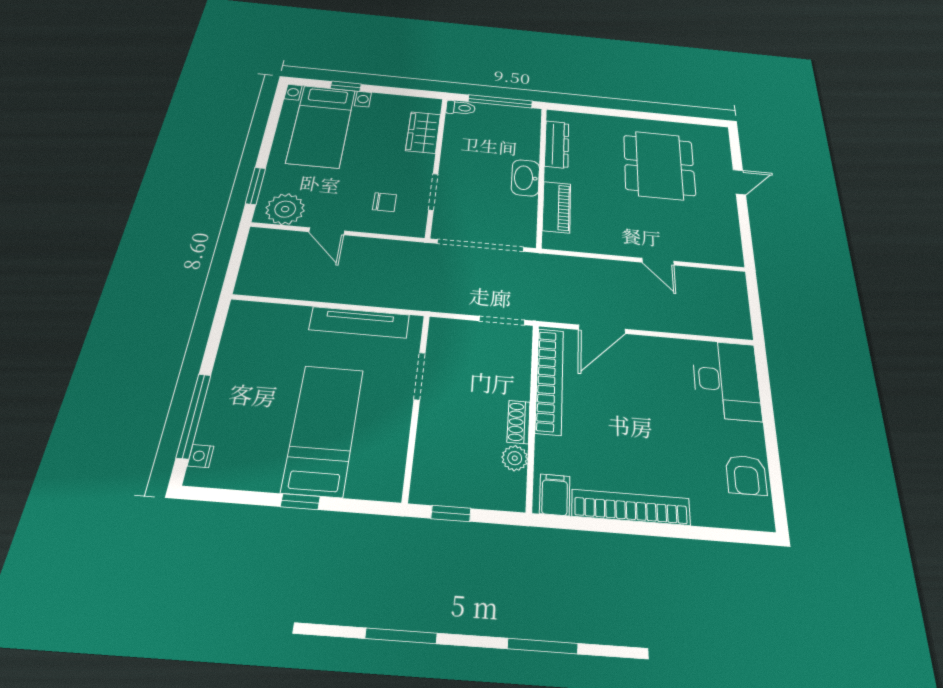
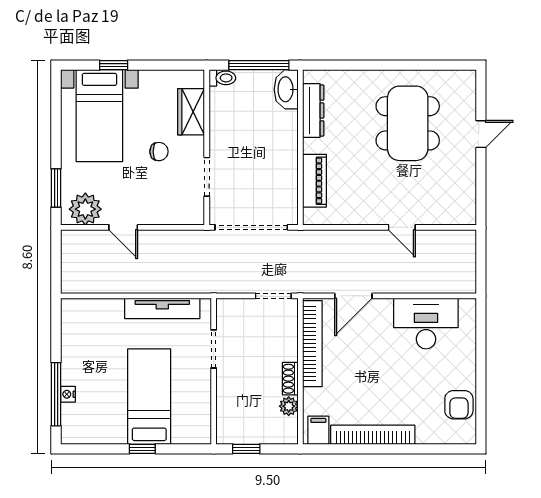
washbasin: (525, 178) -> (286, 89), moved
chair: (385, 202) -> (159, 152), moved
desk: (726, 380) -> (426, 323), moved, turned -90
nightstand: (201, 456) -> (68, 394), moved

